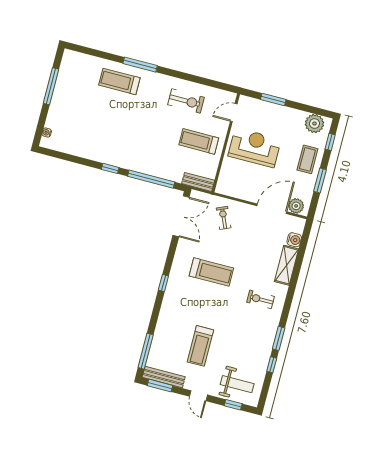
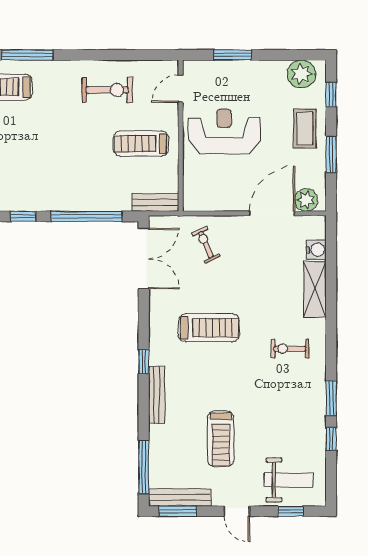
bench: (166, 307) -> (157, 395), added

